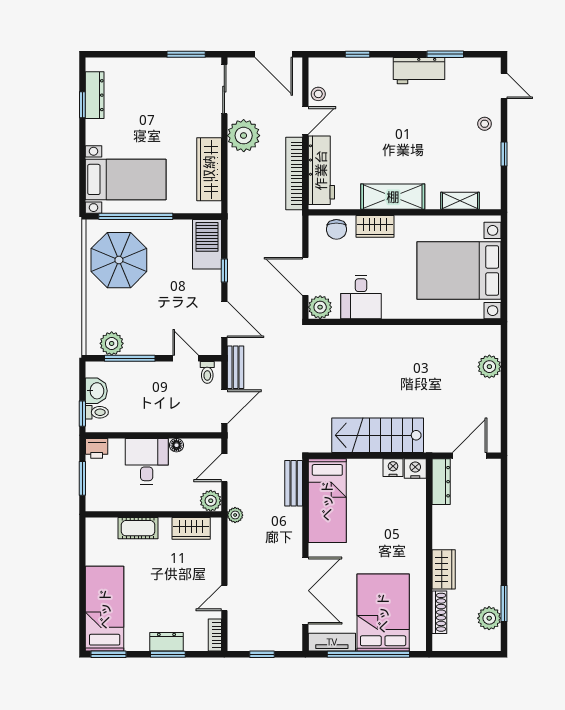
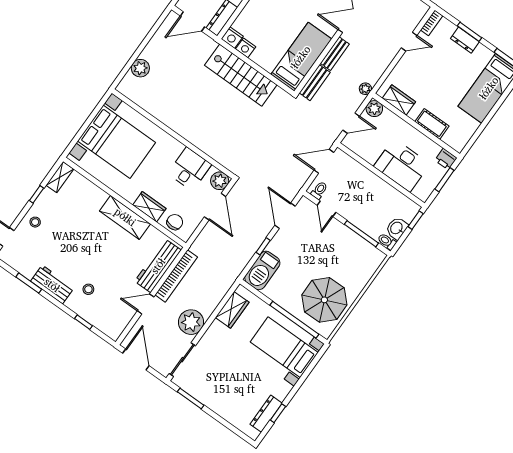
stool: (318, 94) -> (88, 289), moved
wardrobe: (209, 169) -> (232, 310), width x0.67
shelving: (460, 201) -> (60, 177), moved, turned 90
plant: (112, 343) -> (366, 251), removed
bench: (236, 367) -> (335, 54), moved
toilet: (97, 412) -> (387, 241), moved
floor lamp: (176, 445) -> (371, 159), removed
printer: (97, 448) -> (446, 159), moved, turned 180
desk: (147, 461) -> (402, 165), width x1.37

